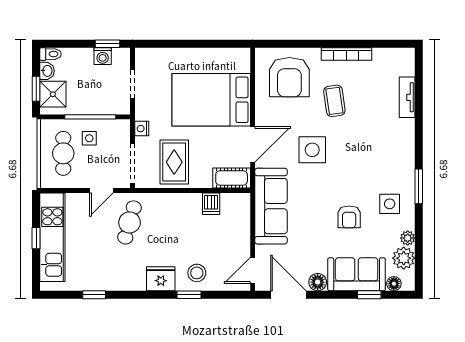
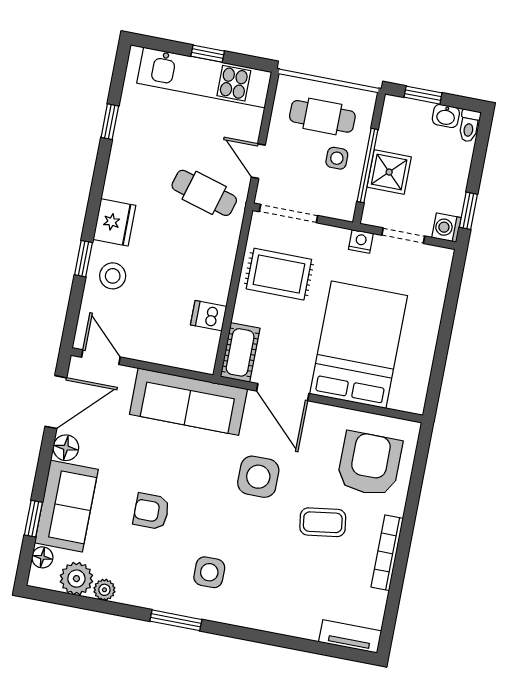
washing machine: (103, 56) -> (446, 228), moved
armchair: (289, 77) -> (369, 464), turned 90
shower: (53, 94) -> (389, 172), moved
tv unit: (407, 97) -> (350, 636), moved
nightstand: (142, 129) -> (361, 241), moved
side table: (390, 204) -> (209, 572), moved

